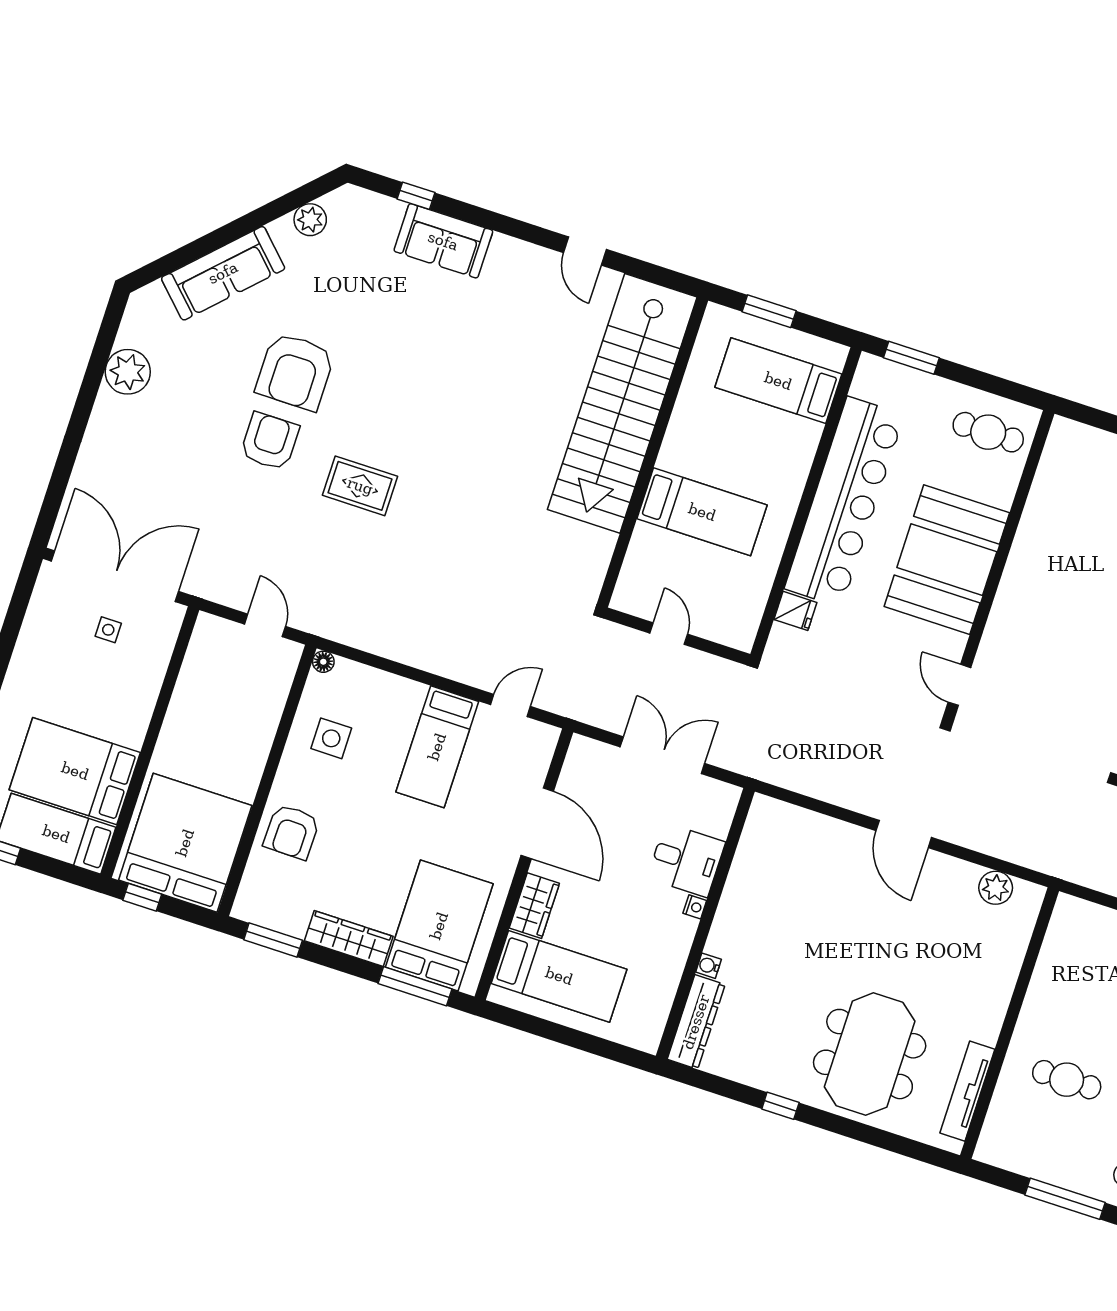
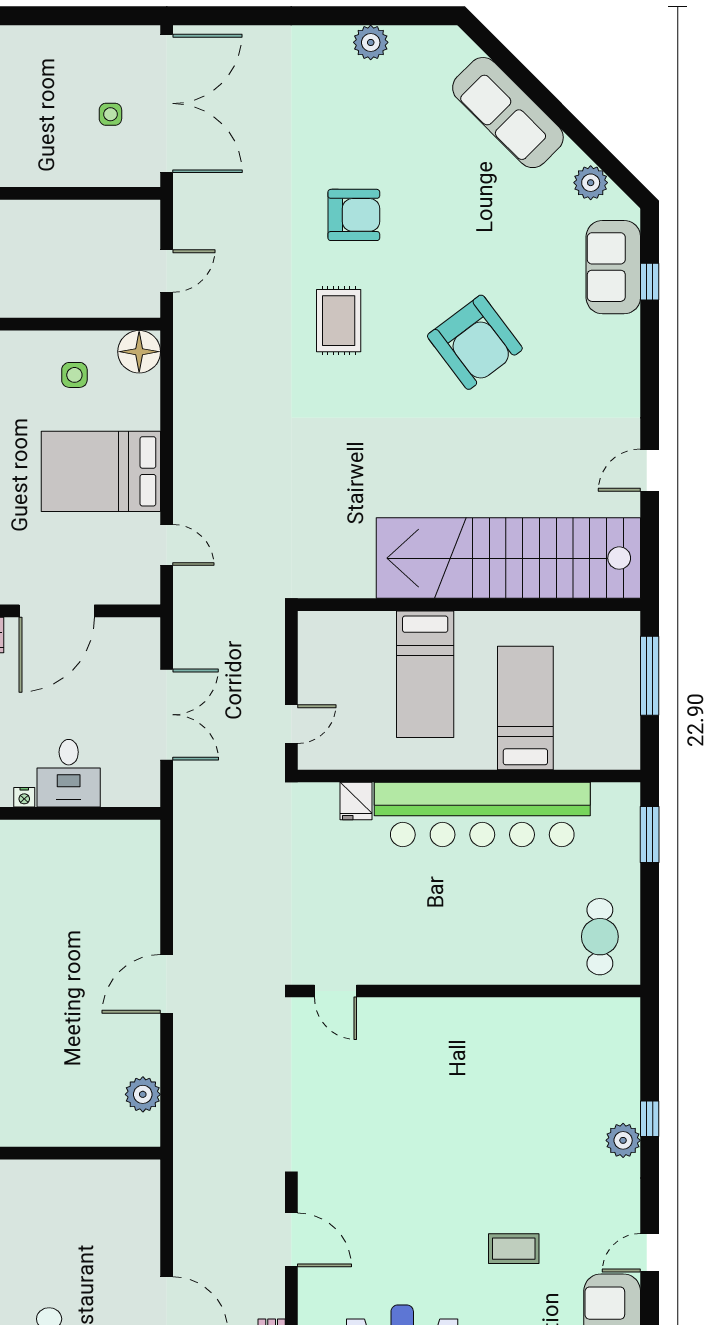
sofa: (443, 241) -> (613, 267), moved
window: (769, 311) -> (650, 676), width x1.44
armchair: (295, 371) -> (475, 342), moved, turned -127
plant: (128, 372) -> (371, 42), width x0.73, depth x0.73
bed: (778, 381) -> (525, 708), moved
booth: (947, 560) -> (458, 937), removed
door: (669, 634) -> (291, 724), moved
floor lamp: (323, 662) -> (139, 352), width x1.89, depth x1.89
door: (959, 685) -> (335, 991), swing flipped
side table: (331, 738) -> (74, 375), width x0.73, depth x0.73
bed: (437, 747) -> (101, 471), width x1.50

